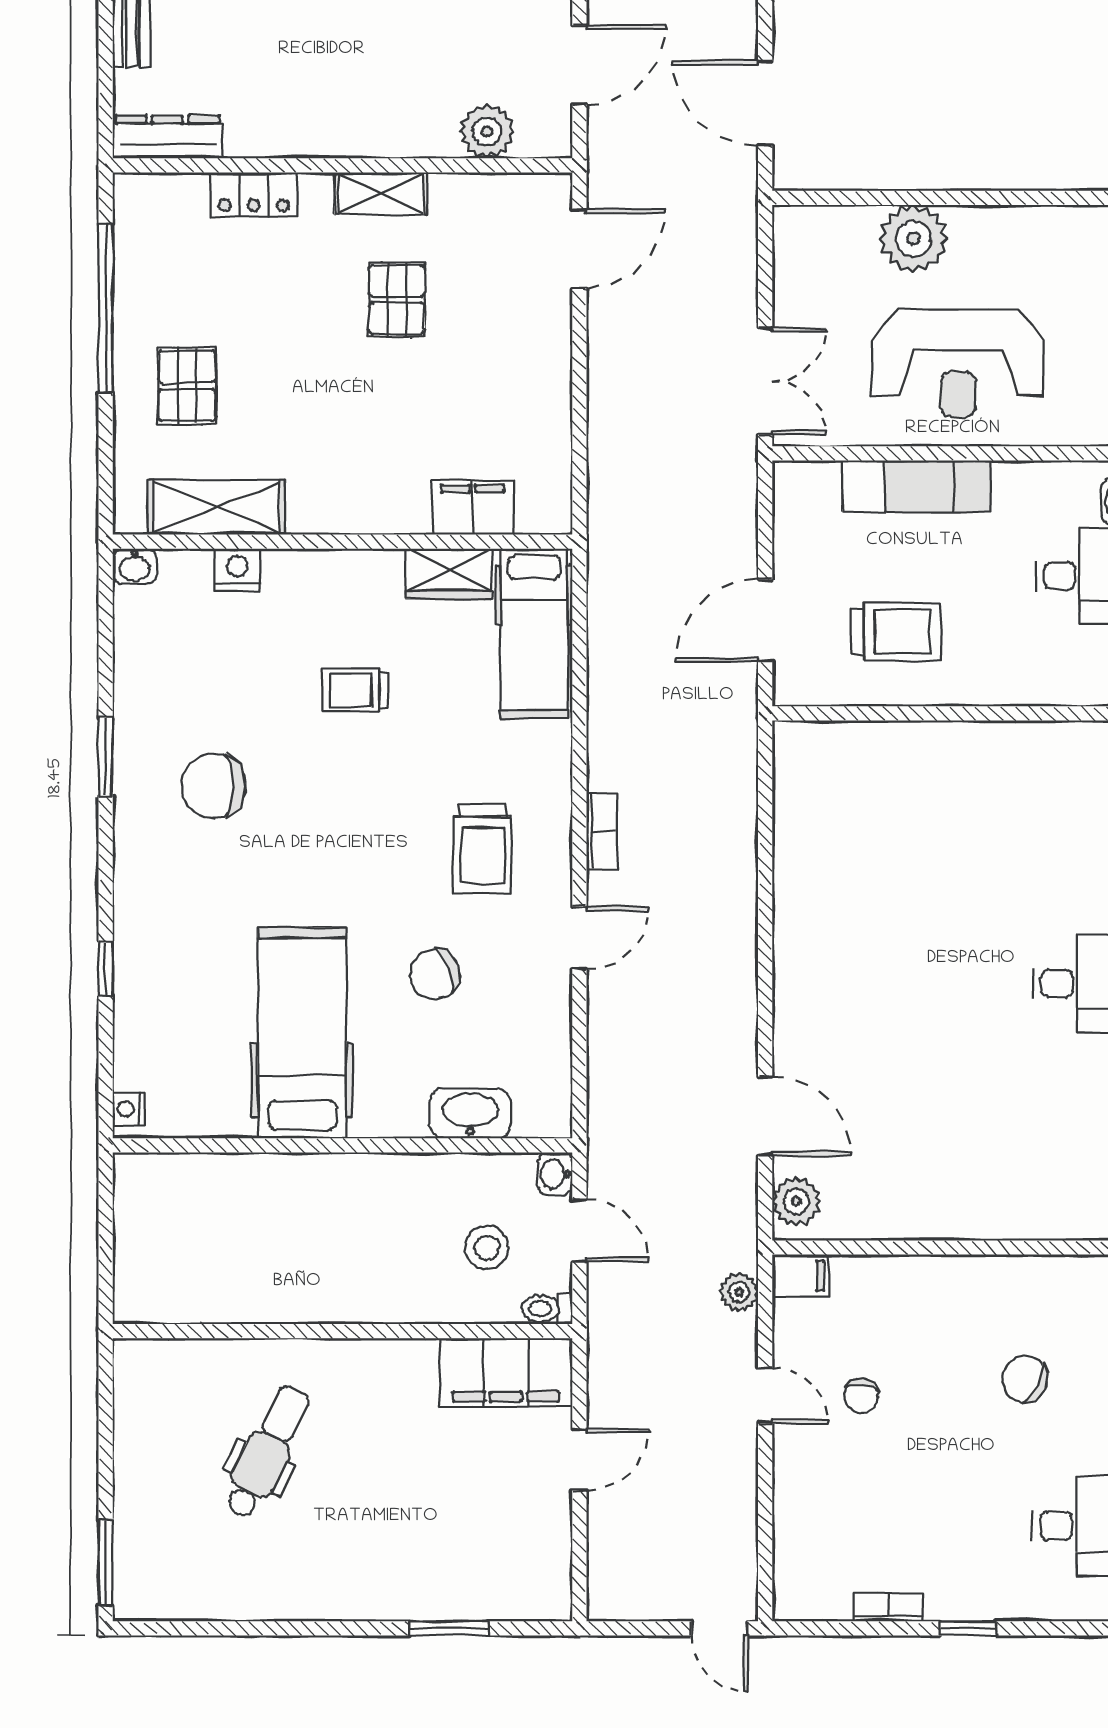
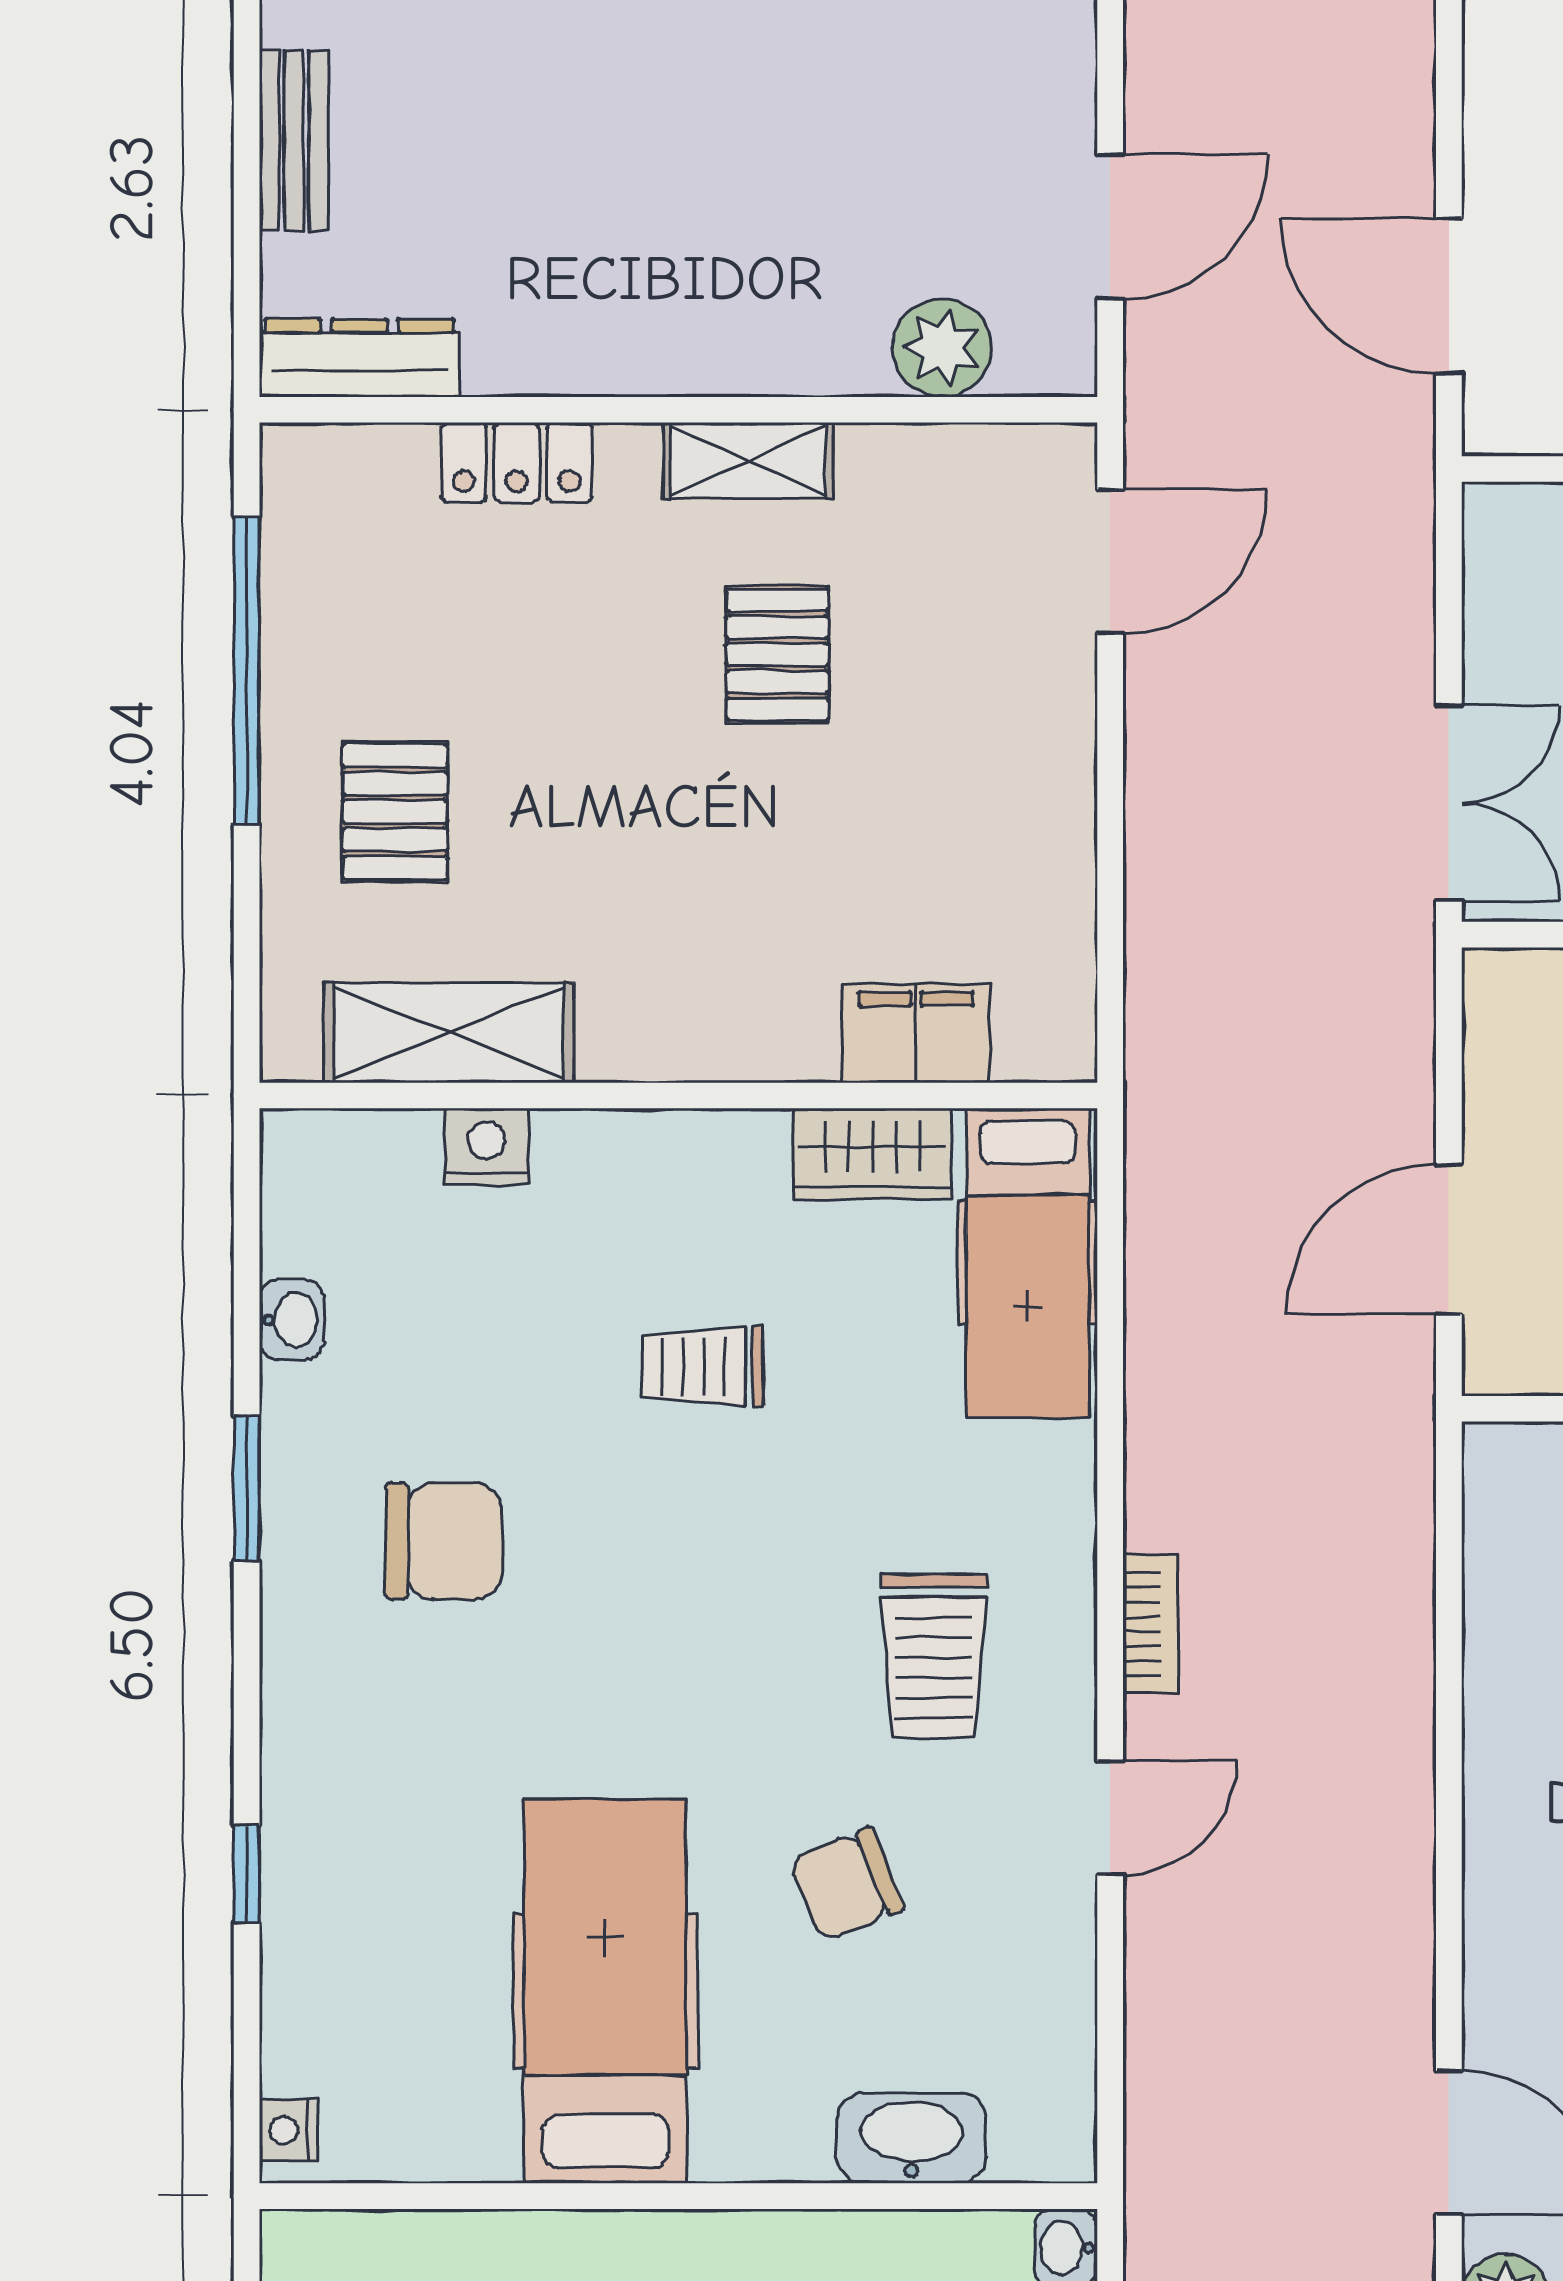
washbasin: (134, 566) -> (292, 1320), moved, turned -90
chair: (214, 786) -> (444, 1541), turned 180

